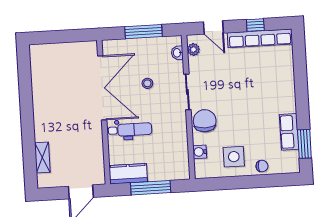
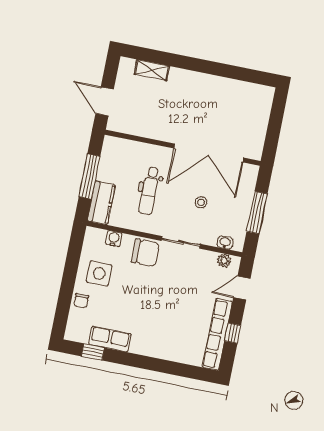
dental chair: (130, 130) -> (149, 191), moved
window: (304, 144) -> (93, 352), width x0.67
kitchen counter: (128, 174) -> (101, 203), moved

